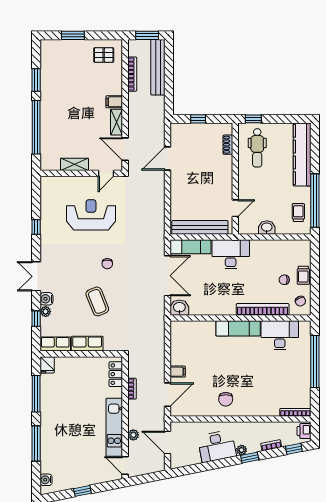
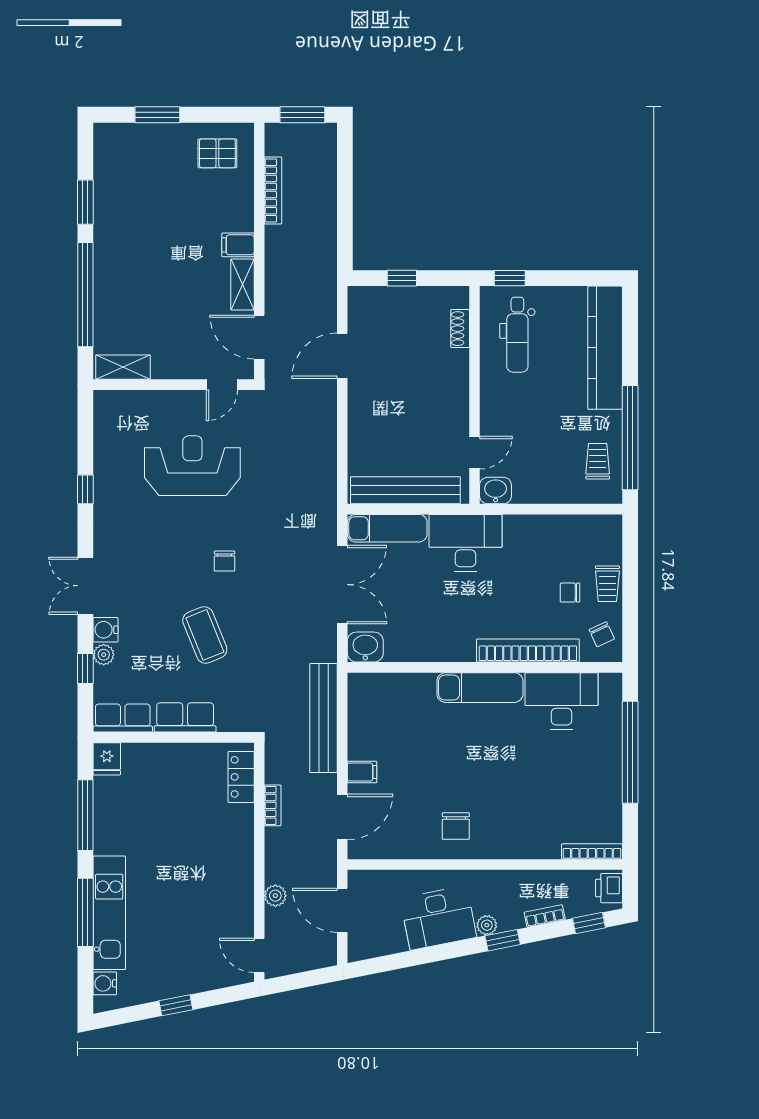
bench: (158, 67) -> (323, 718), moved
shelving: (75, 164) -> (123, 367), moved
washbasin: (267, 228) -> (496, 491), moved
kitchen unit: (114, 427) -> (109, 913), moved, turned 180

